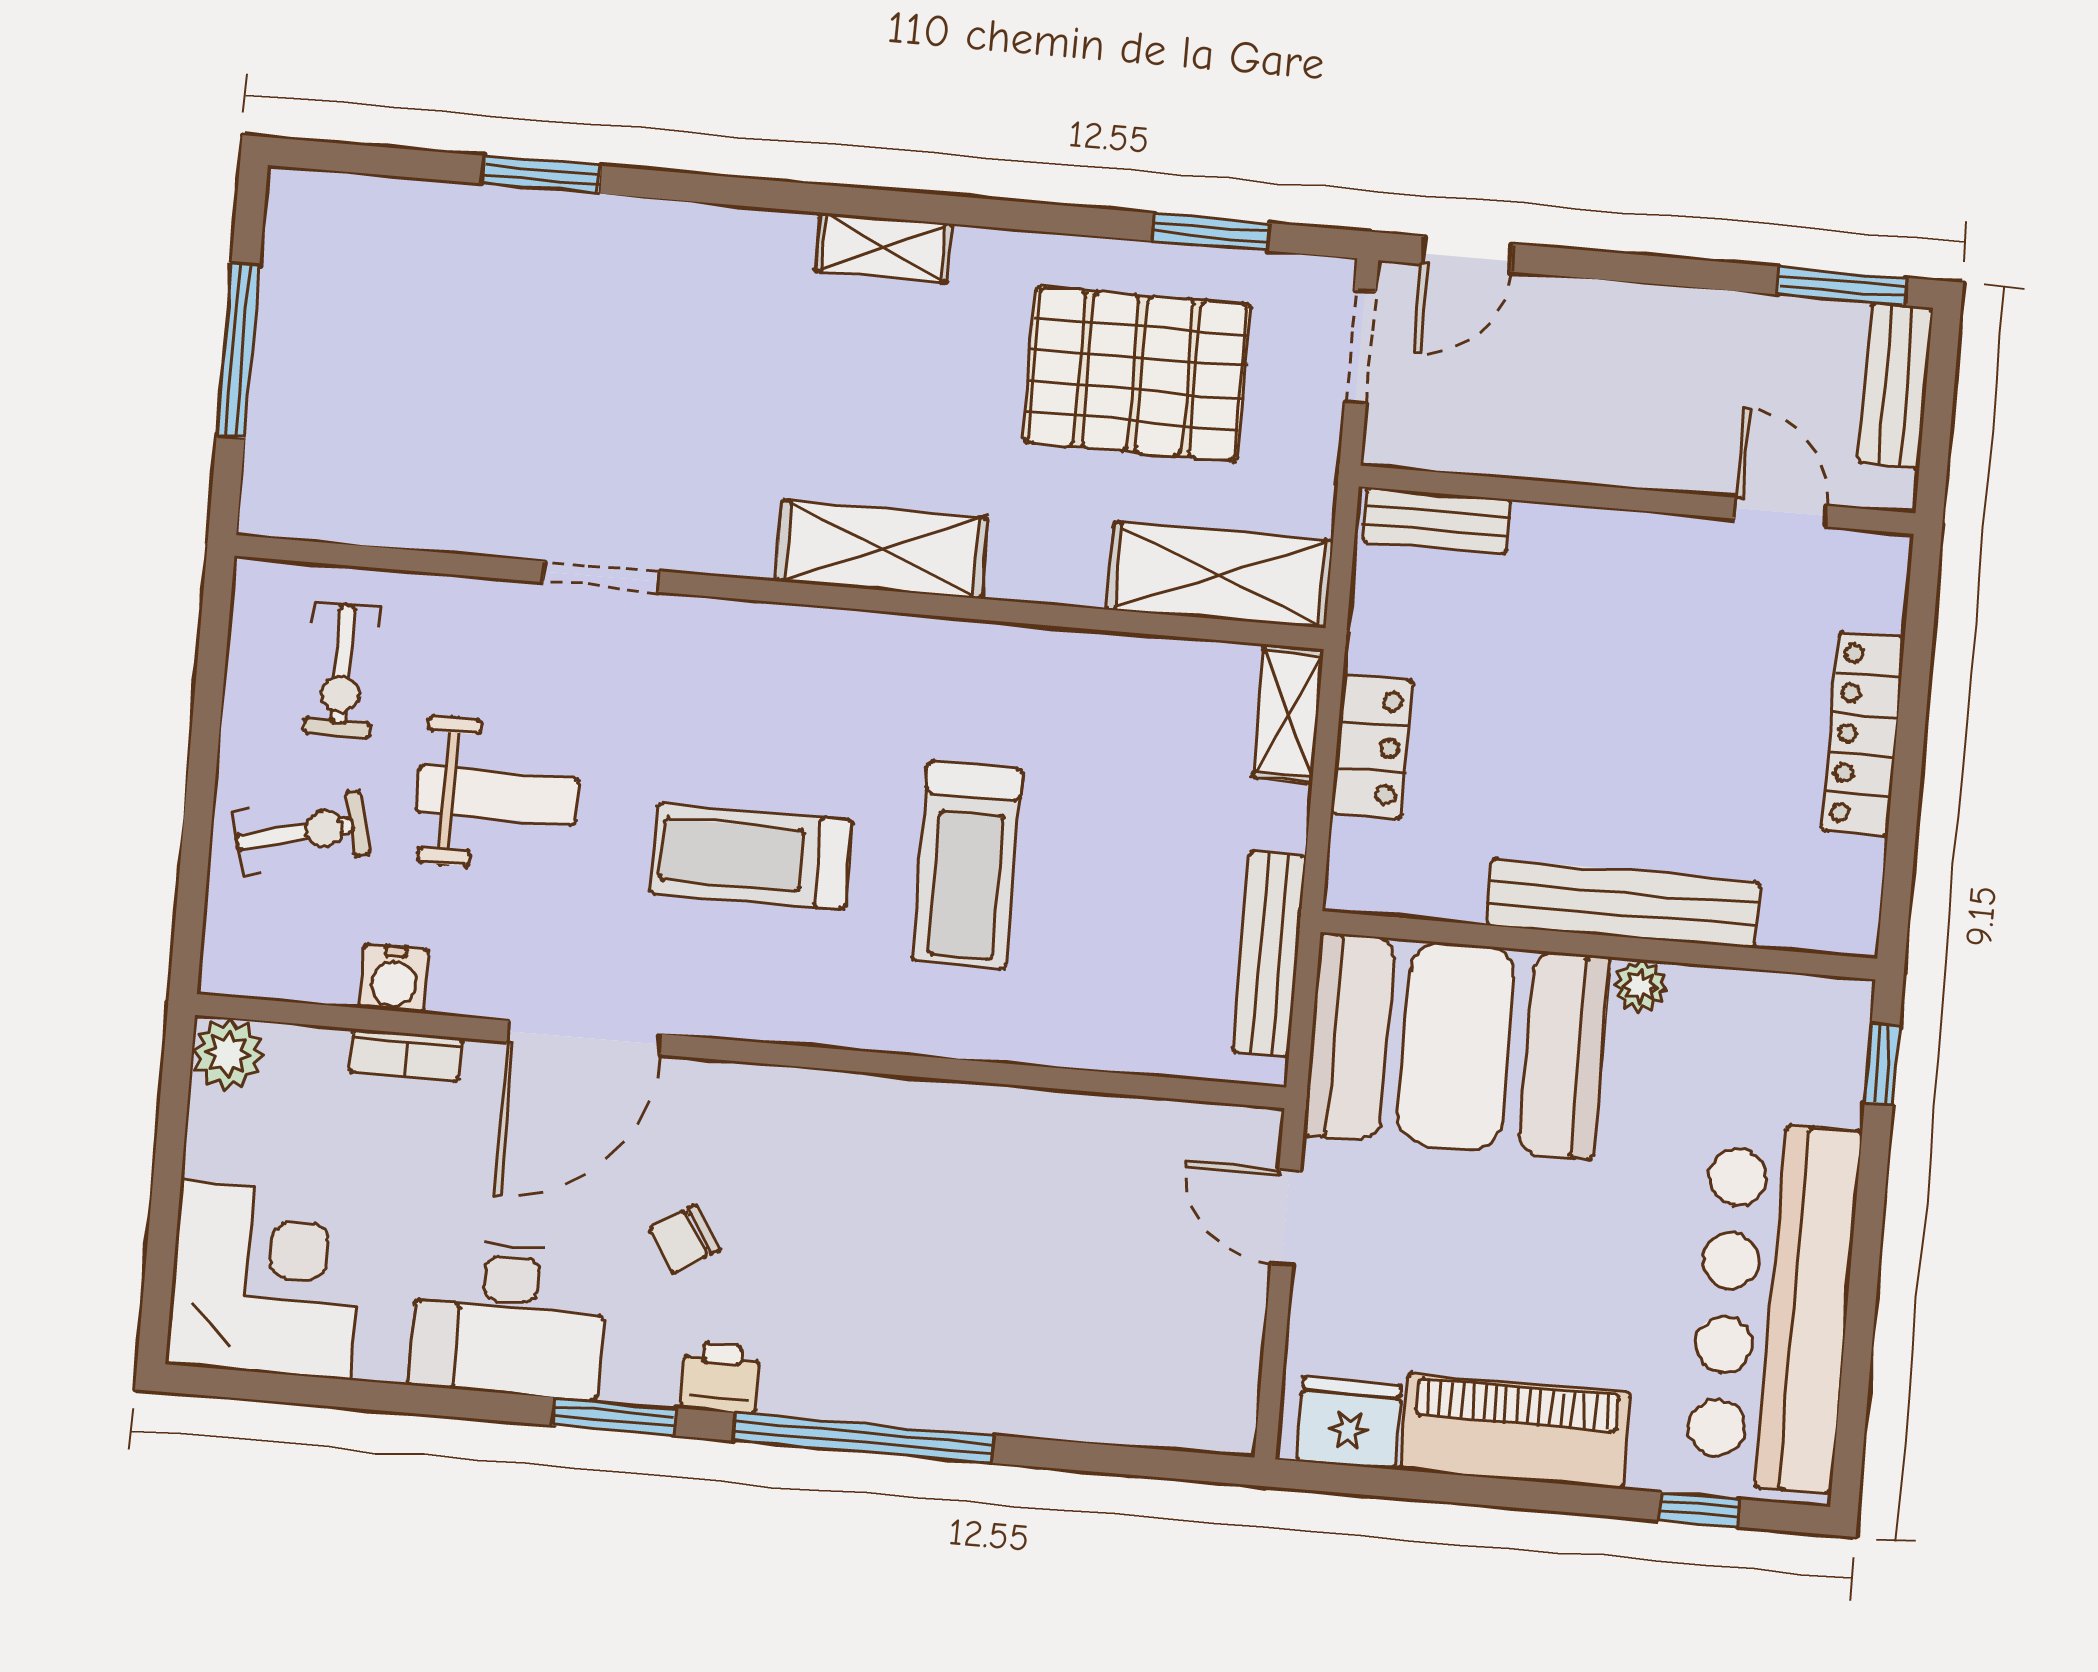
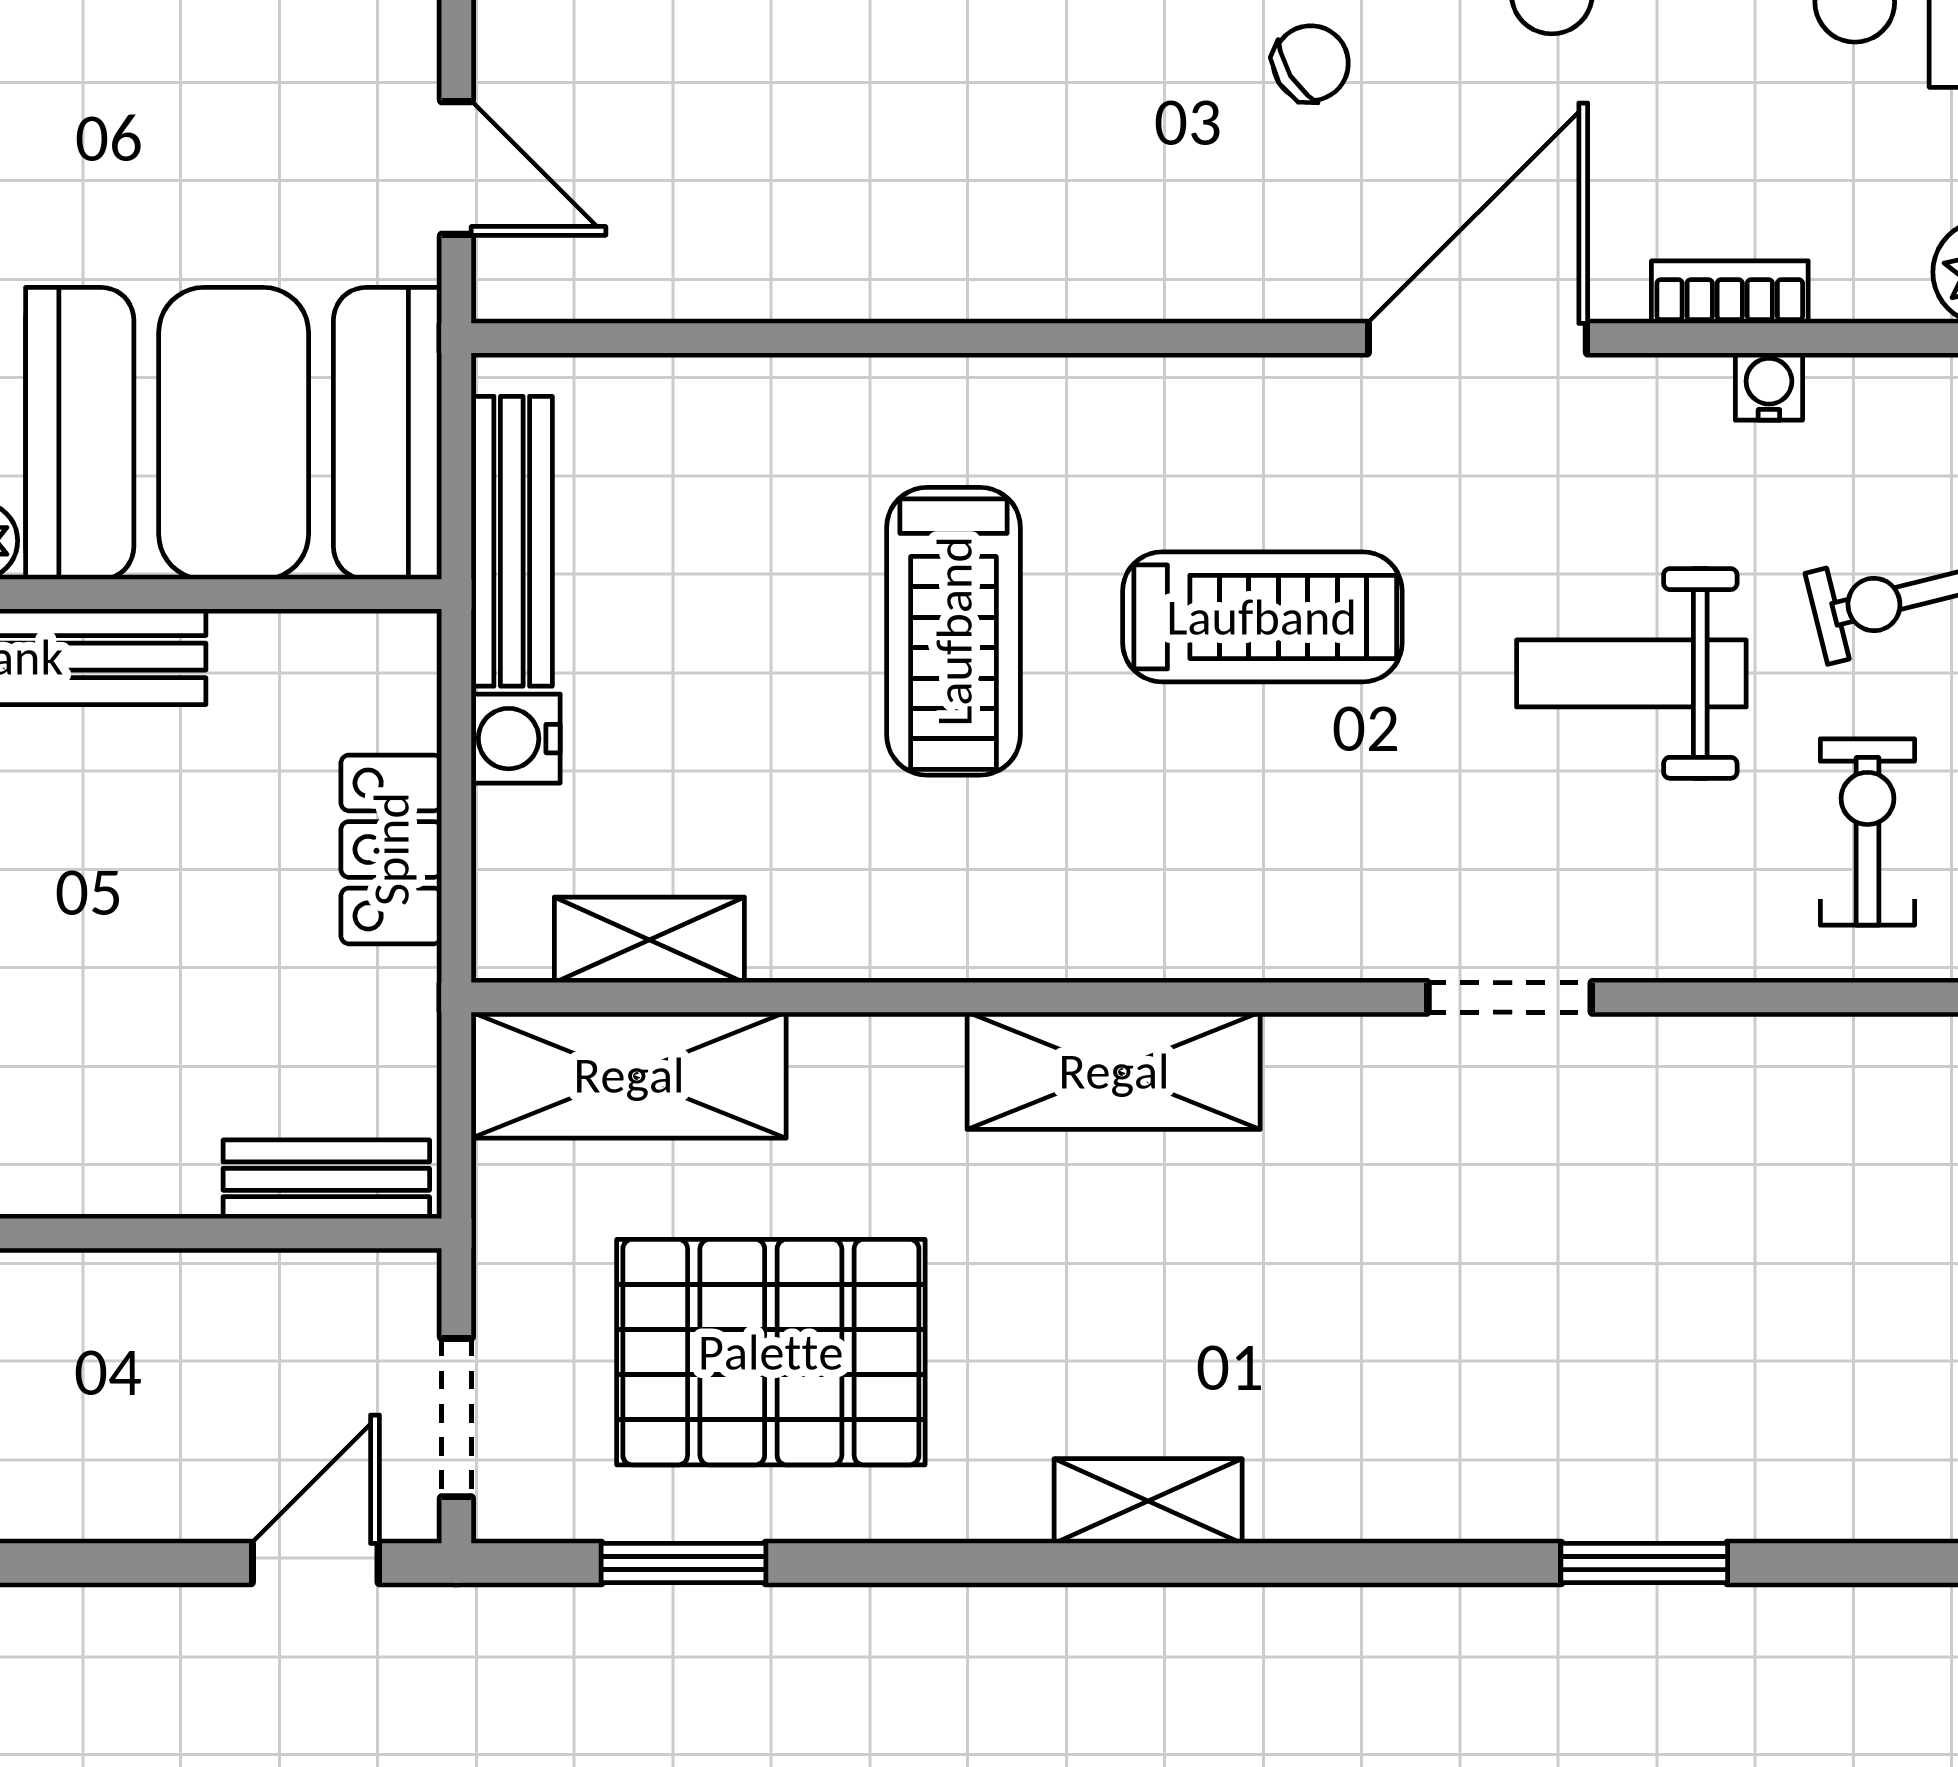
shelving: (1288, 714) -> (649, 940), moved, turned 90
water cooler: (1278, 816) -> (516, 739), added
treadmill: (967, 865) -> (954, 631), turned 180
water cooler: (394, 979) -> (1769, 387), width x0.72, depth x0.72

